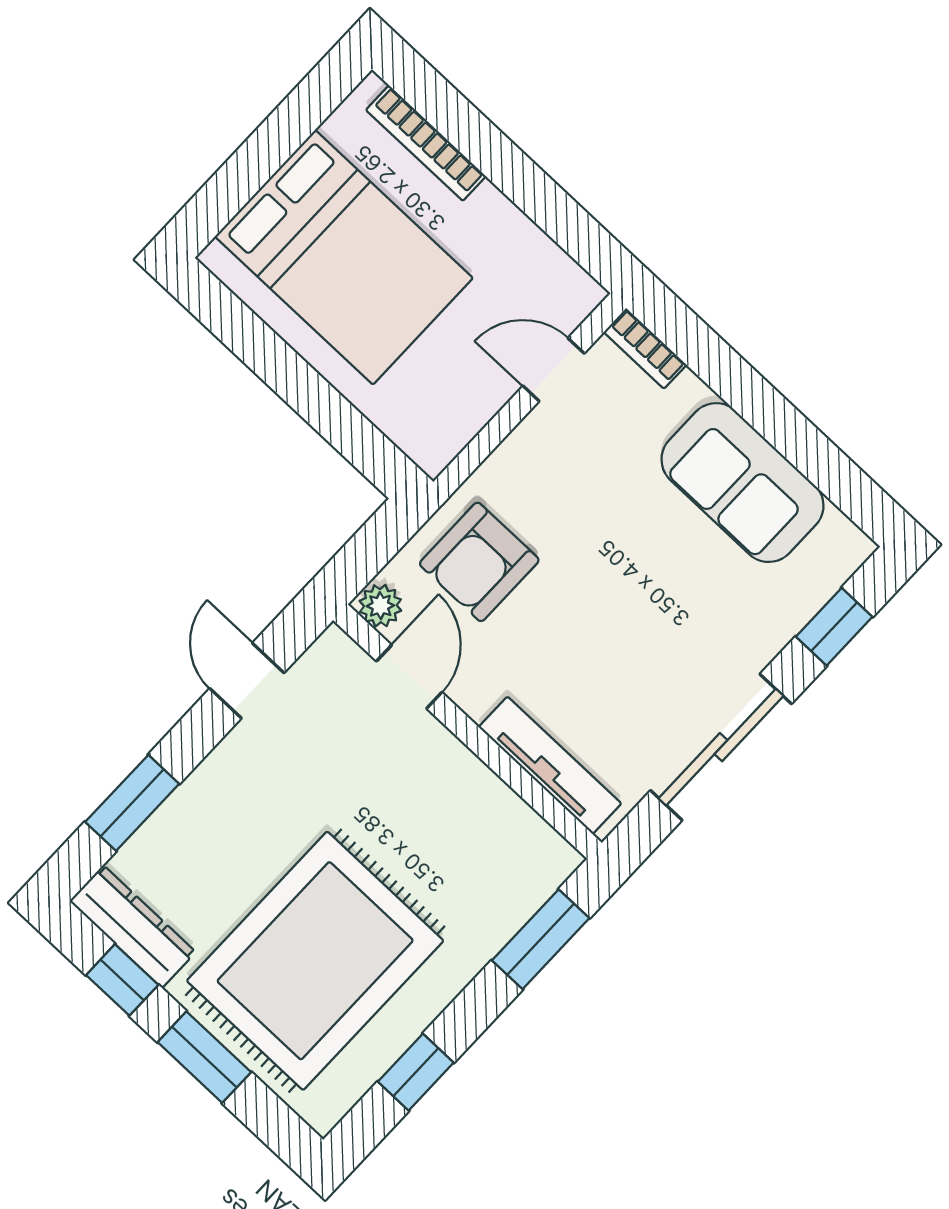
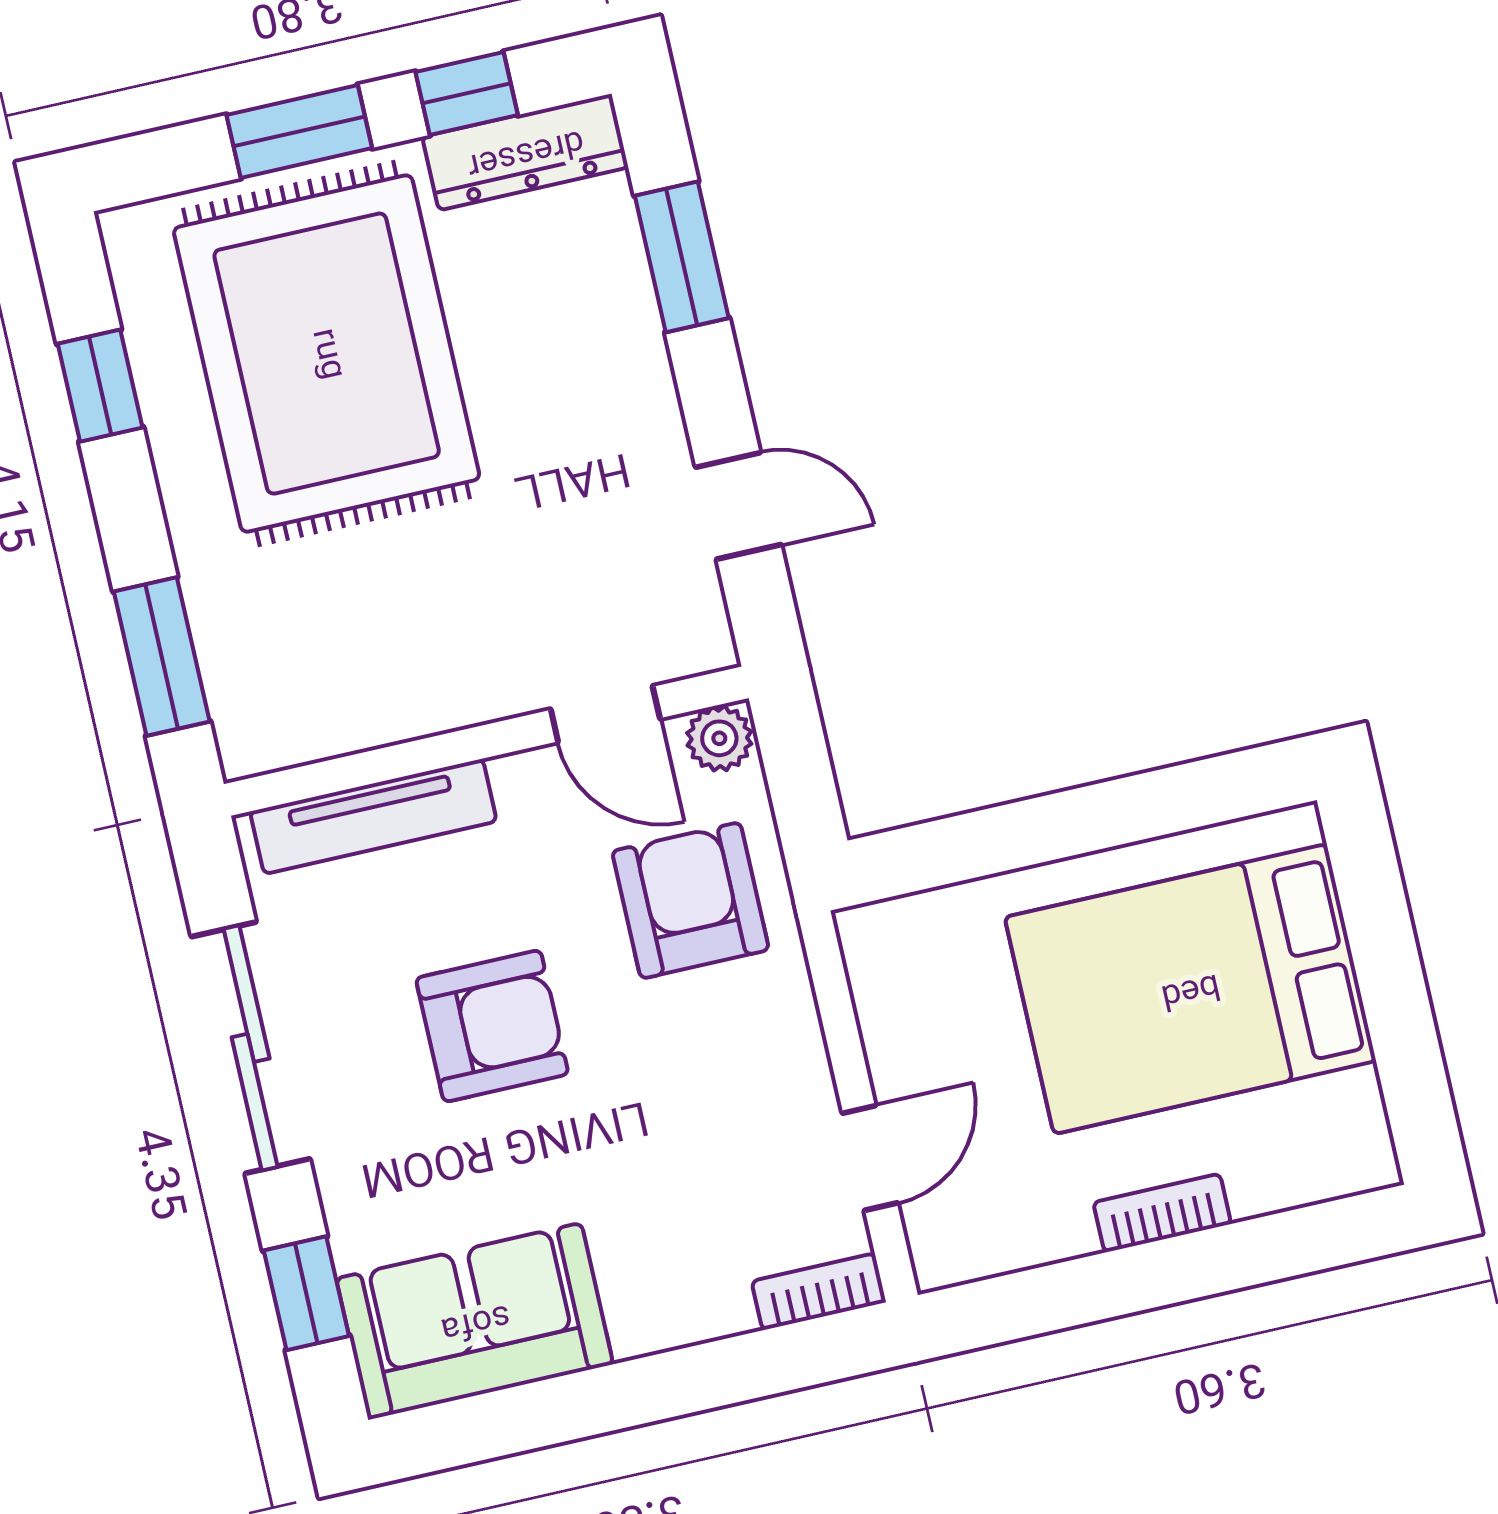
bookcase: (426, 143) -> (1162, 1213), moved, width x0.64
sofa: (742, 483) -> (475, 1321), moved
armchair: (620, 624) -> (492, 1026), added

